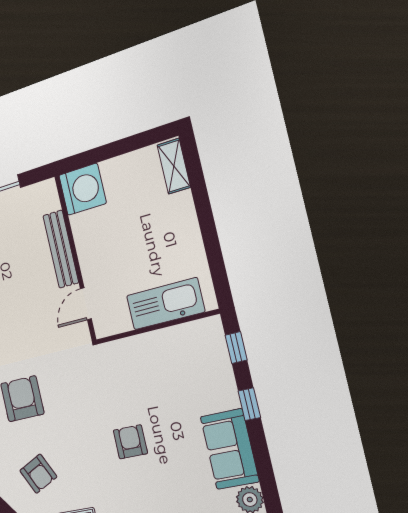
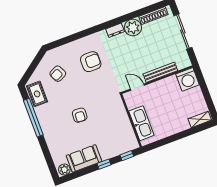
armchair: (130, 442) -> (80, 115), turned 93

